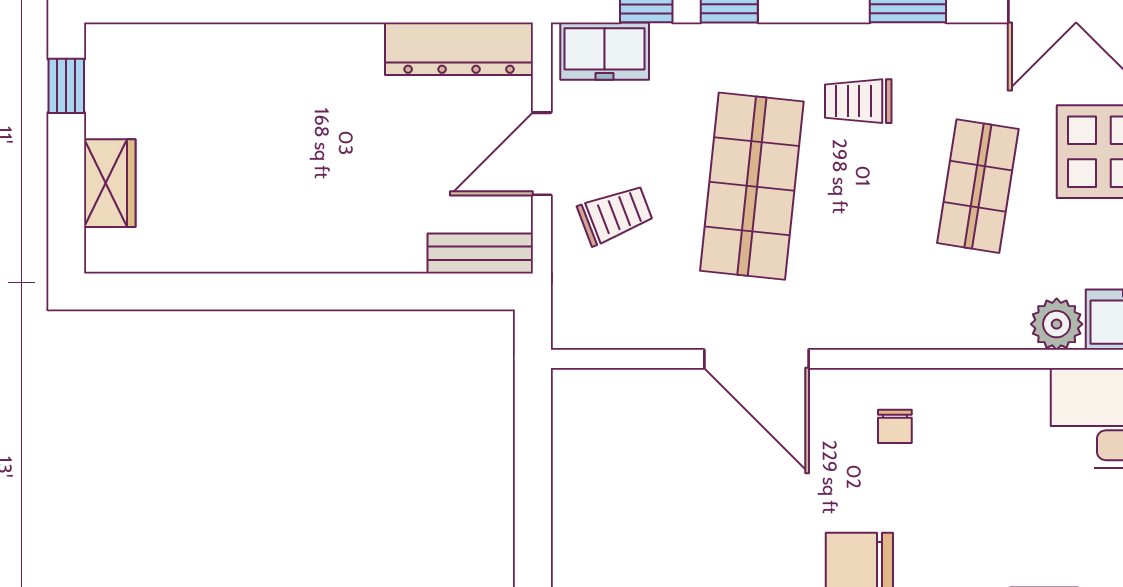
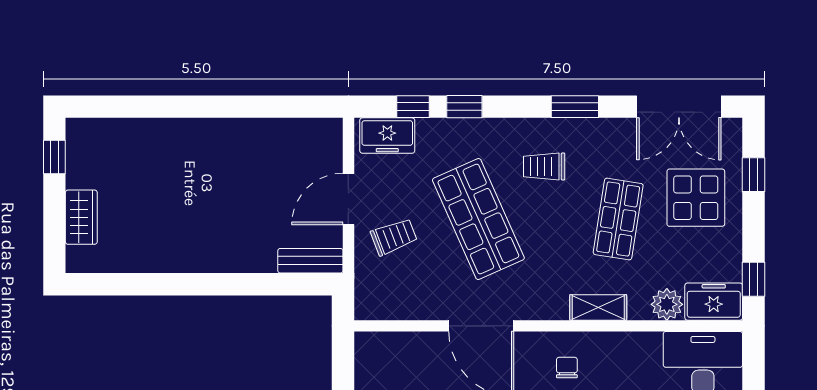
dresser: (459, 49) -> (297, 134), removed
shop shelf: (752, 186) -> (478, 219), turned -30
shelving: (946, 329) -> (598, 307), added
chair: (895, 426) -> (567, 368), turned 180

